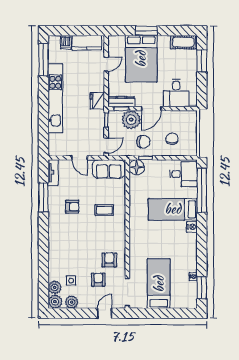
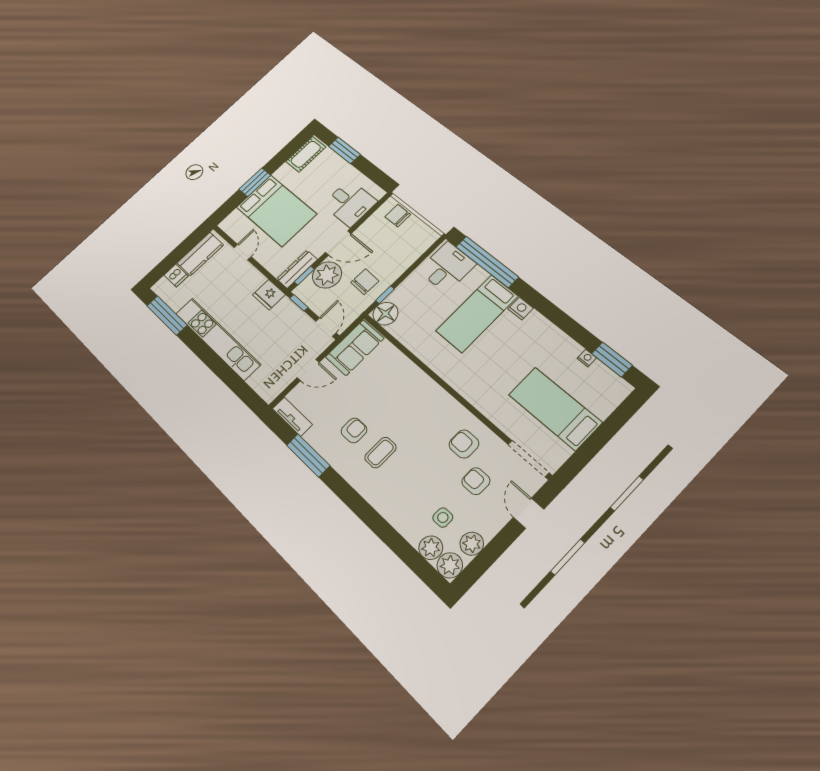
door: (151, 109) -> (338, 243), hinge flipped
chair: (172, 139) -> (398, 216), moved
coffee table: (104, 210) -> (380, 453), moved

